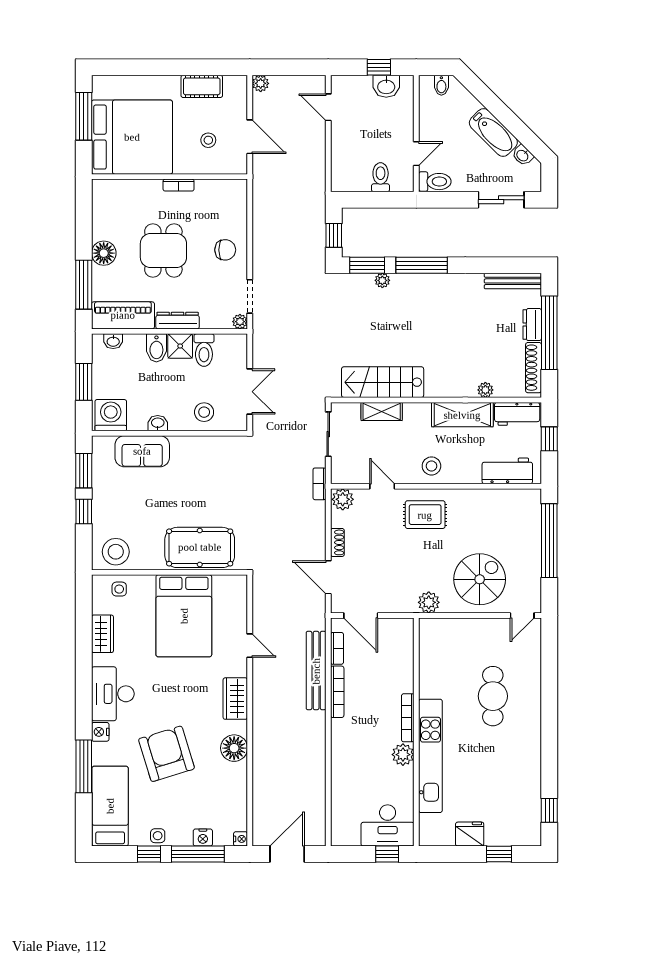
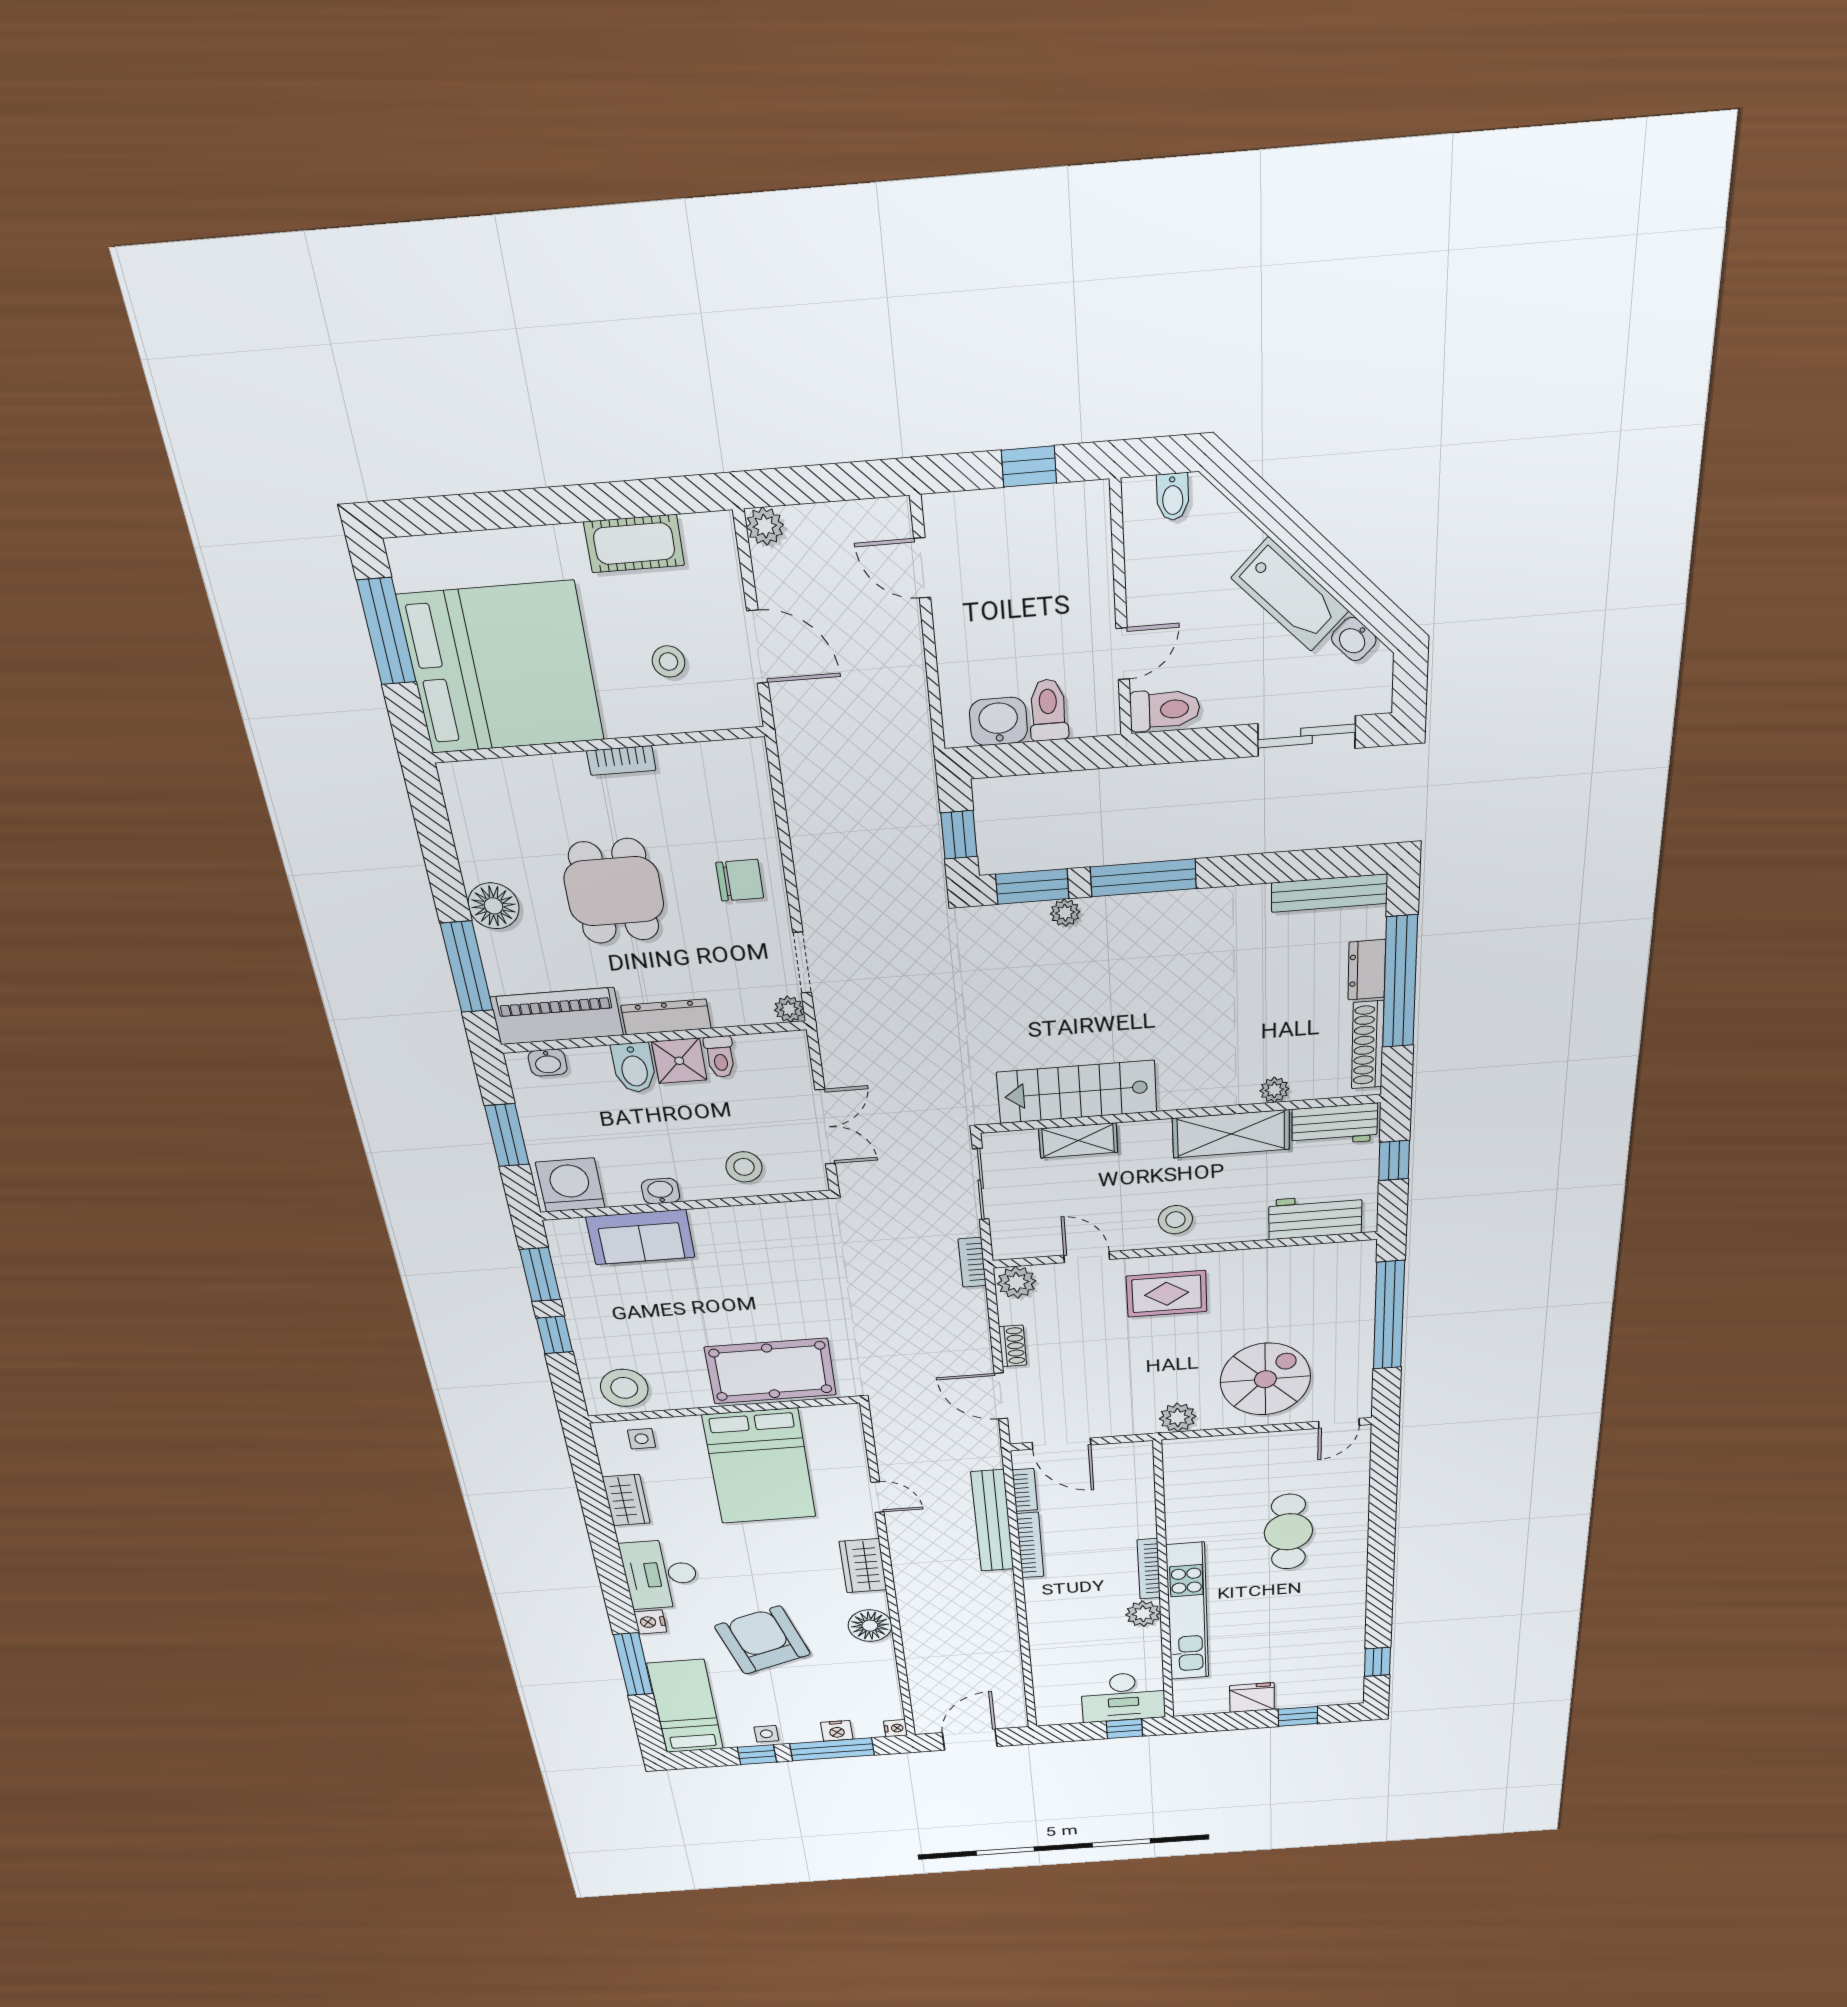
washbasin: (386, 86) -> (998, 721), moved, turned 180
toilet: (204, 350) -> (720, 1057), width x0.73, depth x0.72

